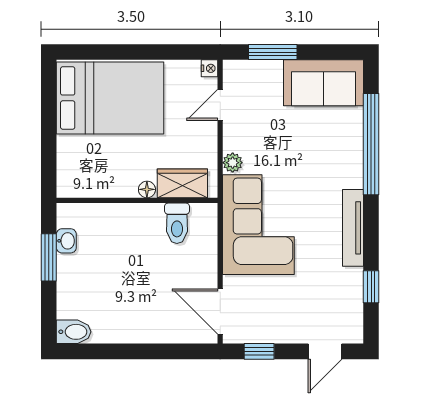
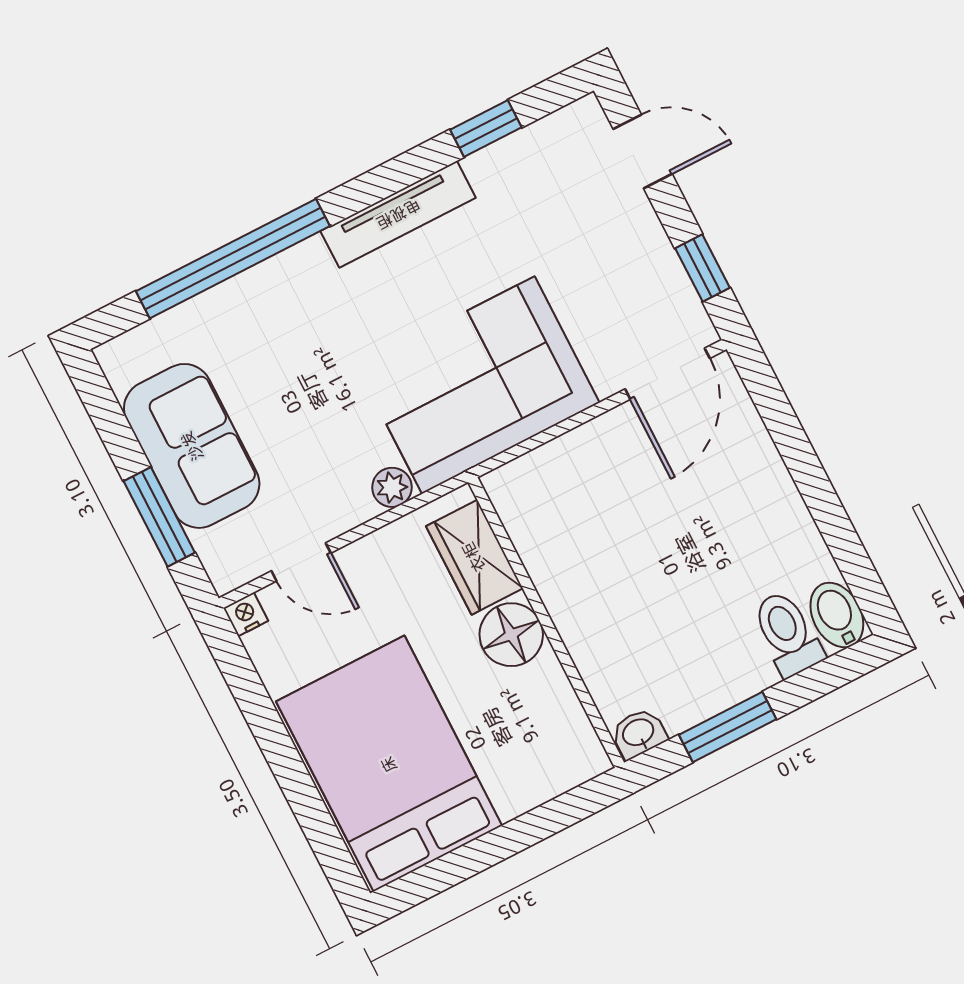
sofa: (324, 83) -> (192, 446), moved
floor lamp: (147, 189) -> (511, 635), width x1.89, depth x1.89
toilet: (177, 223) -> (787, 634), moved, turned -90
washbasin: (66, 241) -> (639, 733), moved

